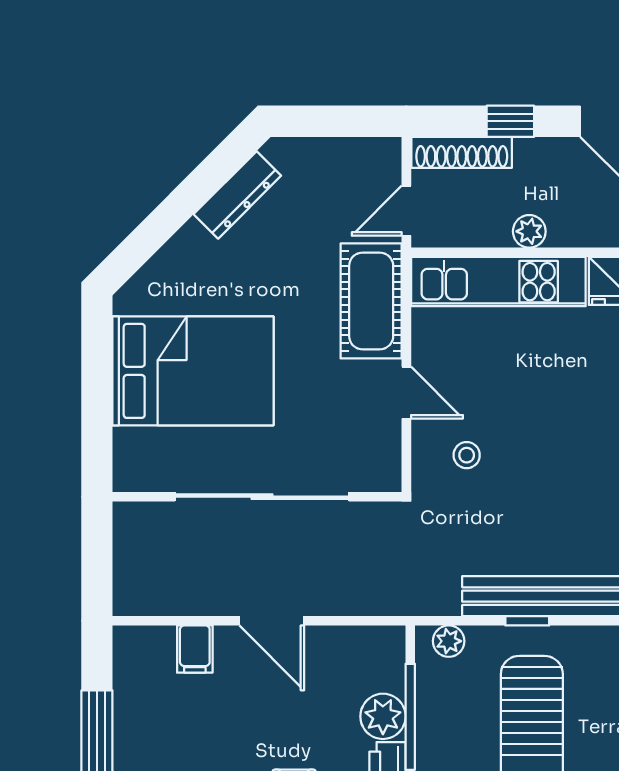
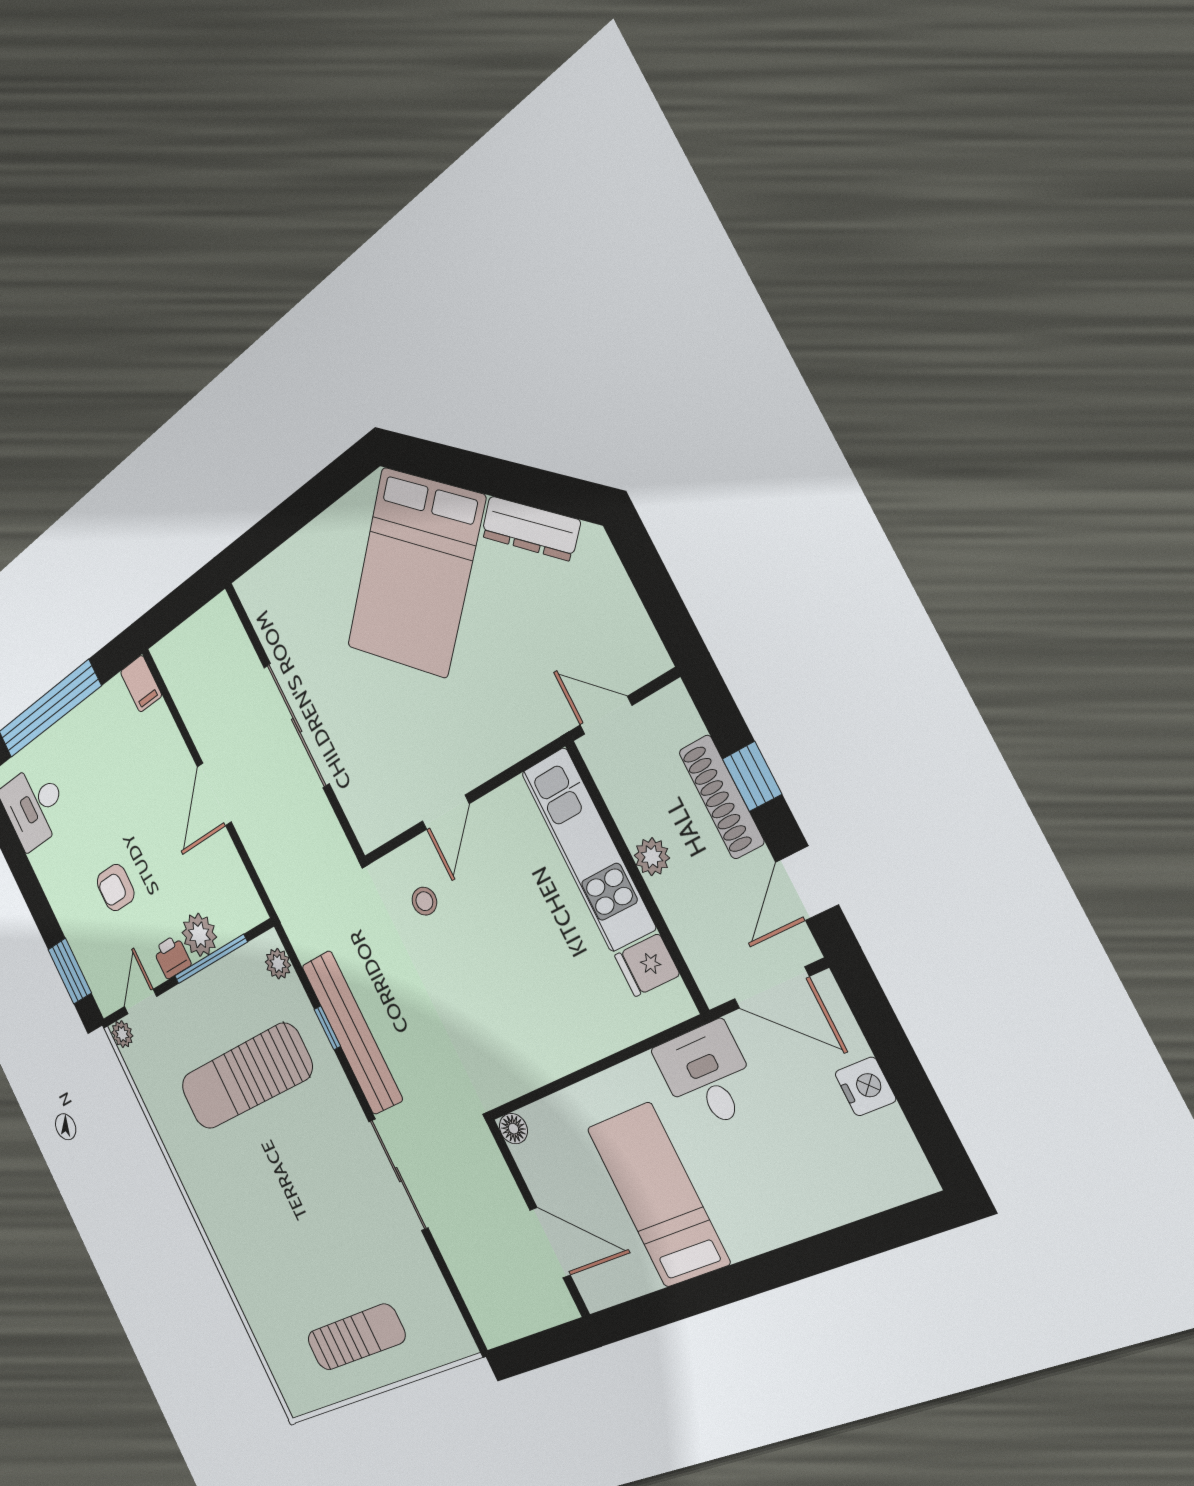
shoe rack: (462, 152) -> (721, 797), moved
cot: (371, 301) -> (505, 729), removed
bed: (193, 371) -> (415, 573), moved, turned 45
sliding door: (262, 497) -> (297, 725), width x0.73
filing cabinet: (195, 649) -> (141, 684), moved, turned -90

